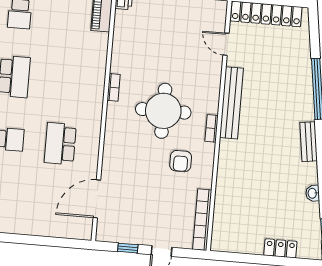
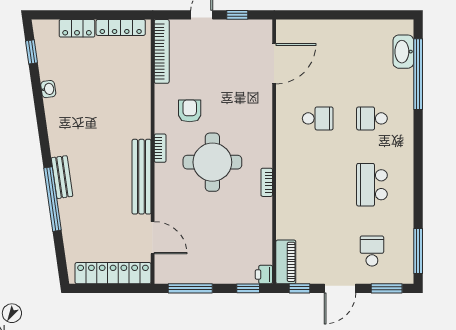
door: (226, 44) -> (153, 238), width x1.38
bench: (309, 142) -> (62, 177), moved
school desk: (60, 144) -> (318, 118), width x0.54
locker: (239, 246) -> (121, 27), added

